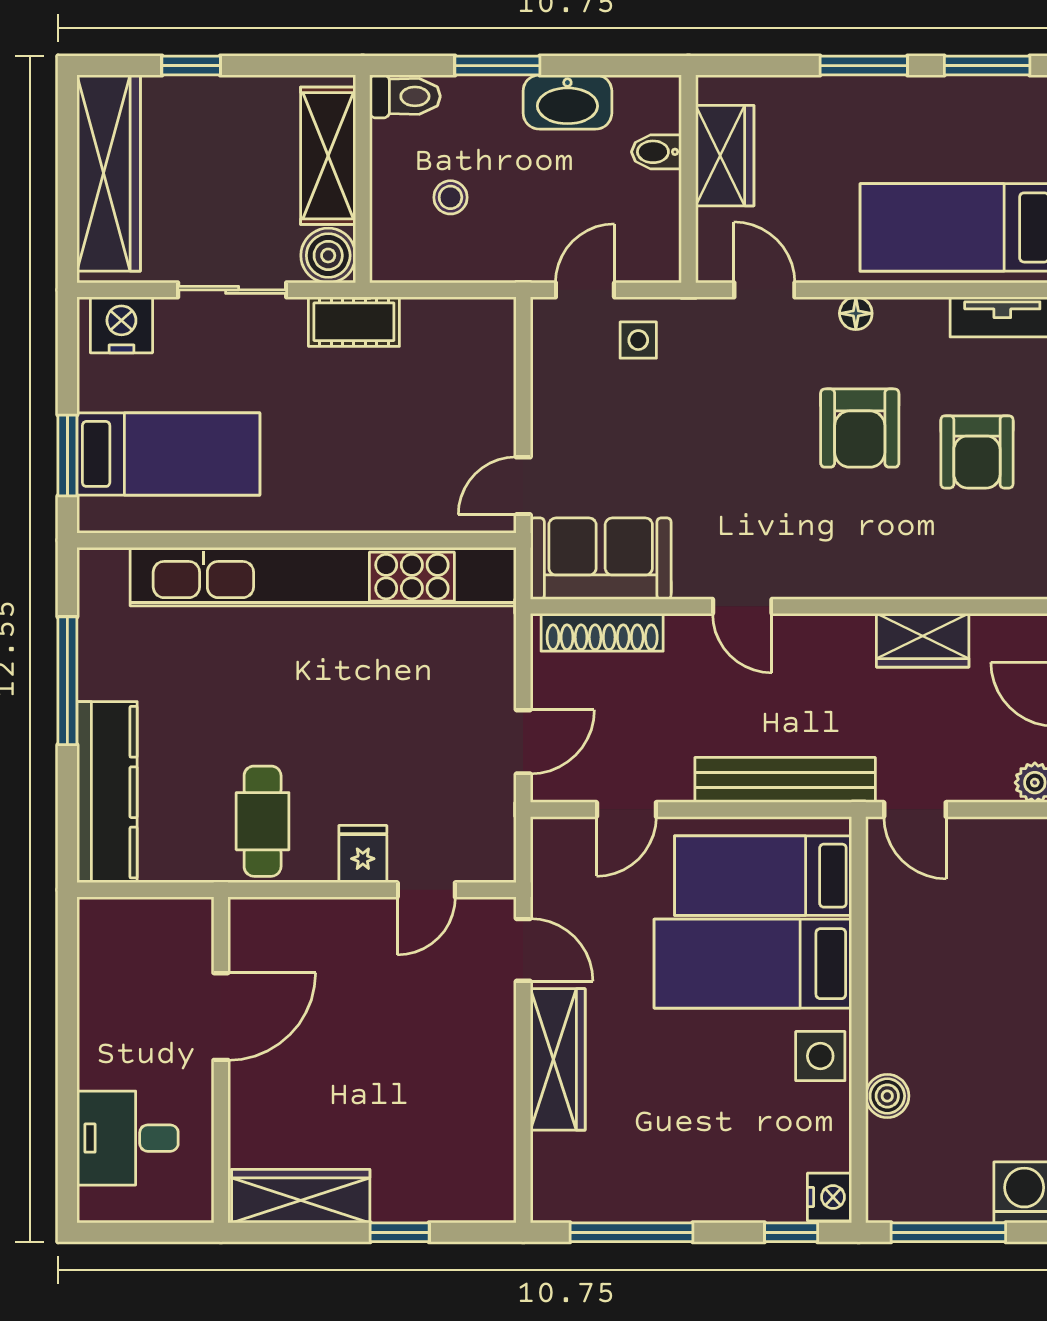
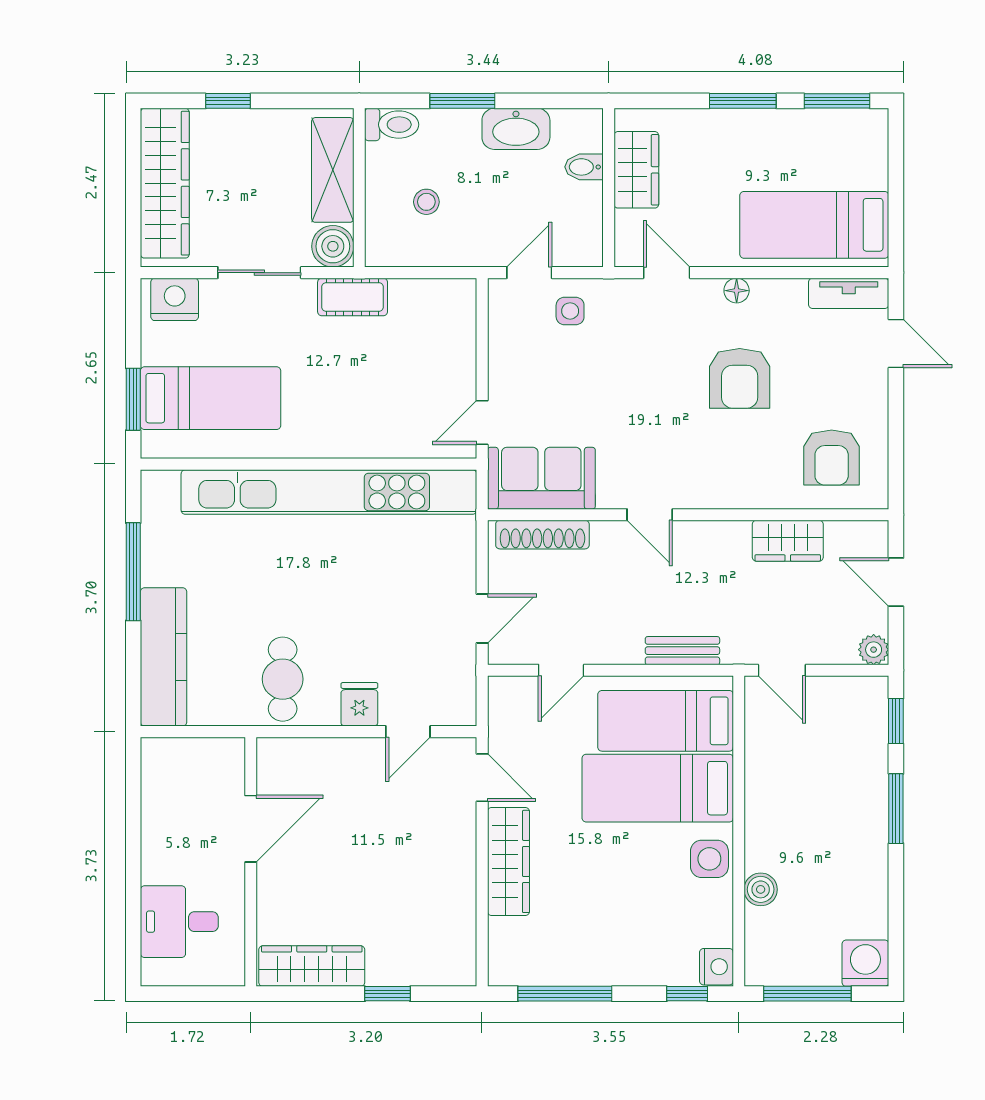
armchair: (977, 452) -> (832, 458), moved
bench: (785, 780) -> (682, 651), width x0.54, depth x0.82

